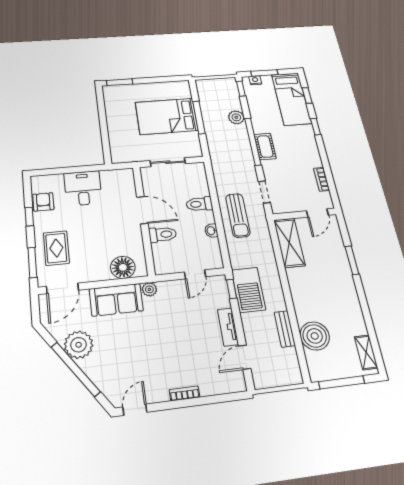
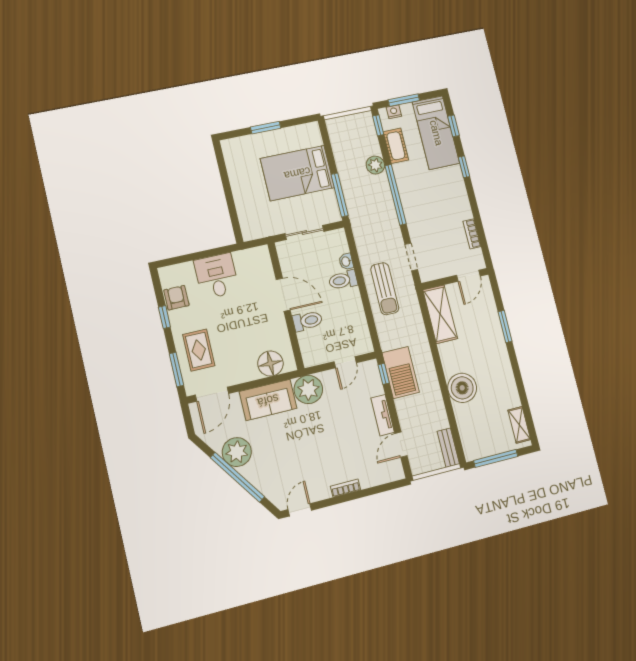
window: (120, 82) -> (266, 128), moved
window: (199, 117) -> (340, 195), moved
cot: (265, 146) -> (396, 146), moved
washbasin: (211, 231) -> (346, 261), moved
plant: (149, 289) -> (308, 389), width x1.88, depth x1.88
bench: (285, 329) -> (448, 448), moved
boiler: (315, 336) -> (462, 388), moved

